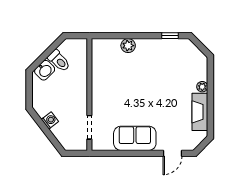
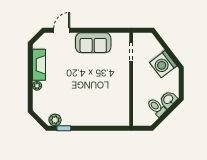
plant: (128, 46) -> (55, 120), moved
washing machine: (50, 120) -> (163, 64), width x1.89, depth x1.89

